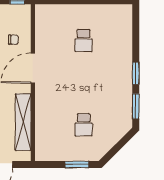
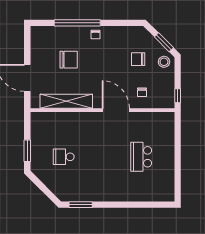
school desk: (84, 41) -> (141, 157), width x1.85
window: (136, 73) -> (111, 205), removed

